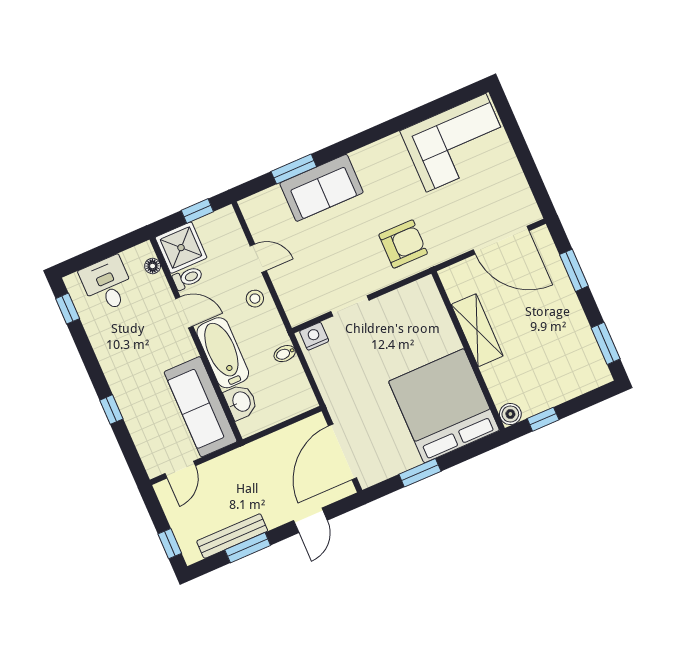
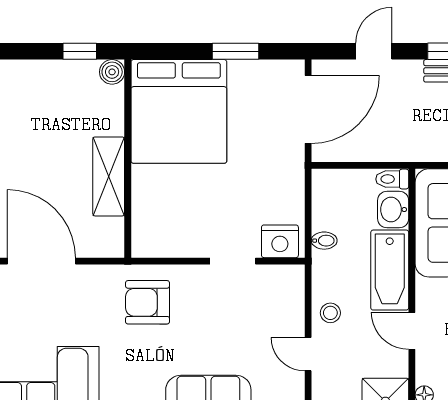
toilet: (188, 278) -> (392, 179), moved
nightstand: (314, 336) -> (280, 241), width x1.36, depth x1.33

